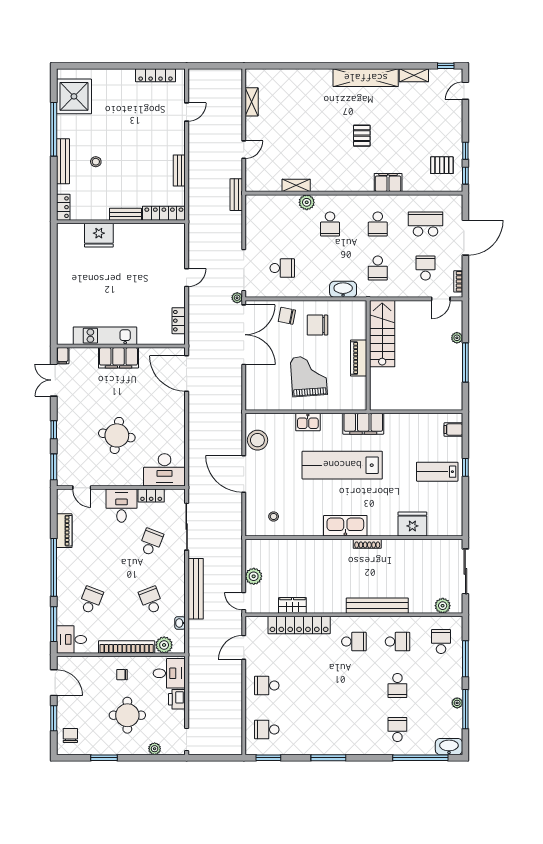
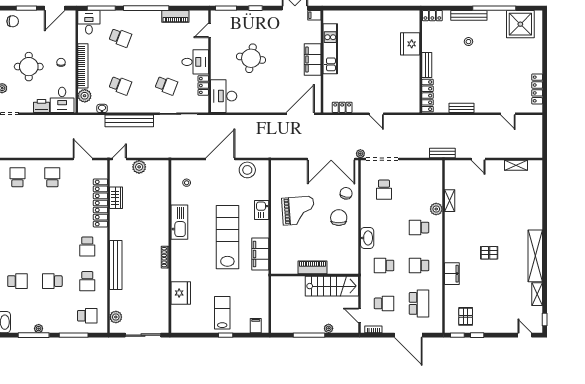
stairs: (382, 334) -> (332, 286), moved
wall: (368, 355) -> (315, 275), moved
piano: (359, 358) -> (312, 267), moved
kitchen sink: (345, 526) -> (179, 222), moved
school desk: (151, 600) -> (120, 85), turned 42

